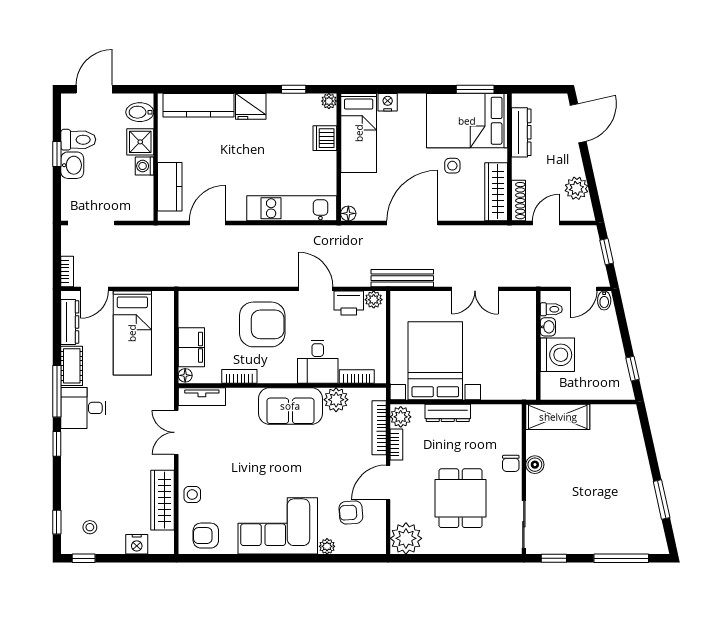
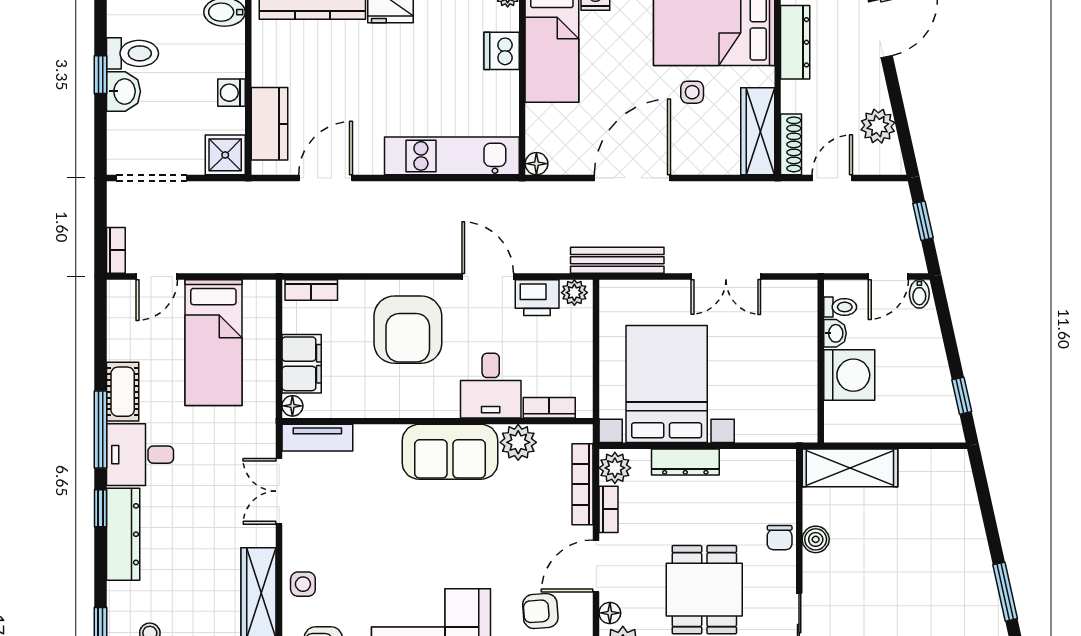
shower: (140, 142) -> (225, 155), moved
dresser: (70, 322) -> (123, 534), moved, width x1.37, depth x1.24
armchair: (262, 324) -> (408, 330), turned 90
bookcase: (239, 376) -> (311, 290), moved, turned 180
floor lamp: (397, 514) -> (610, 613), added

